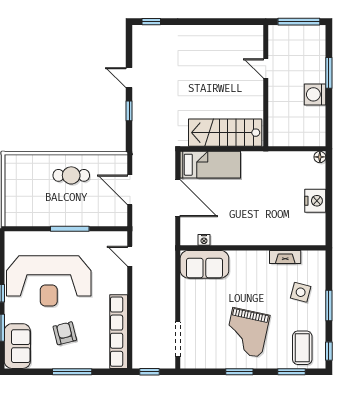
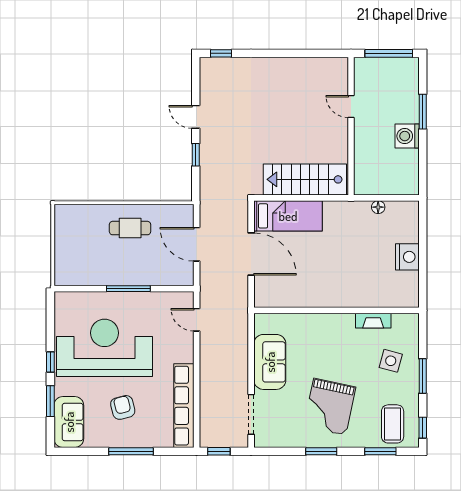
floor lamp: (320, 157) -> (378, 207), moved
nightstand: (204, 240) -> (281, 301), removed
sofa: (204, 264) -> (270, 362), moved, turned -90
reception desk: (49, 281) -> (104, 348), turned 180

